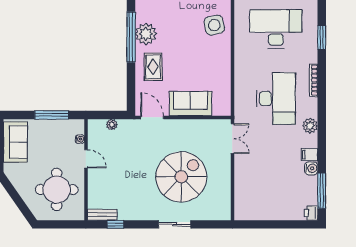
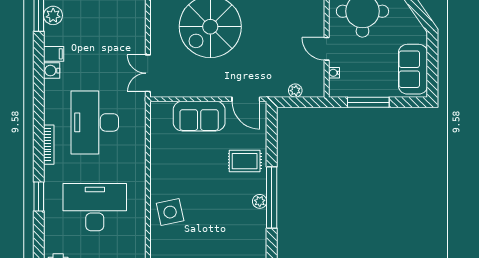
desk: (276, 29) -> (95, 207), turned 180
plant: (146, 34) -> (260, 201), width x0.53, depth x0.53
rug: (153, 67) -> (245, 161), turned 90
plant: (310, 126) -> (53, 15), moved
water cooler: (311, 168) -> (52, 71), moved

